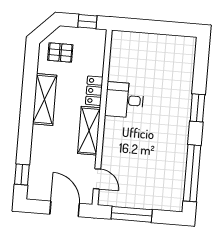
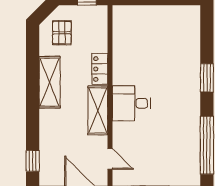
pallet: (60, 53) -> (62, 33), turned 90
desk: (124, 100) -> (131, 103), moved

